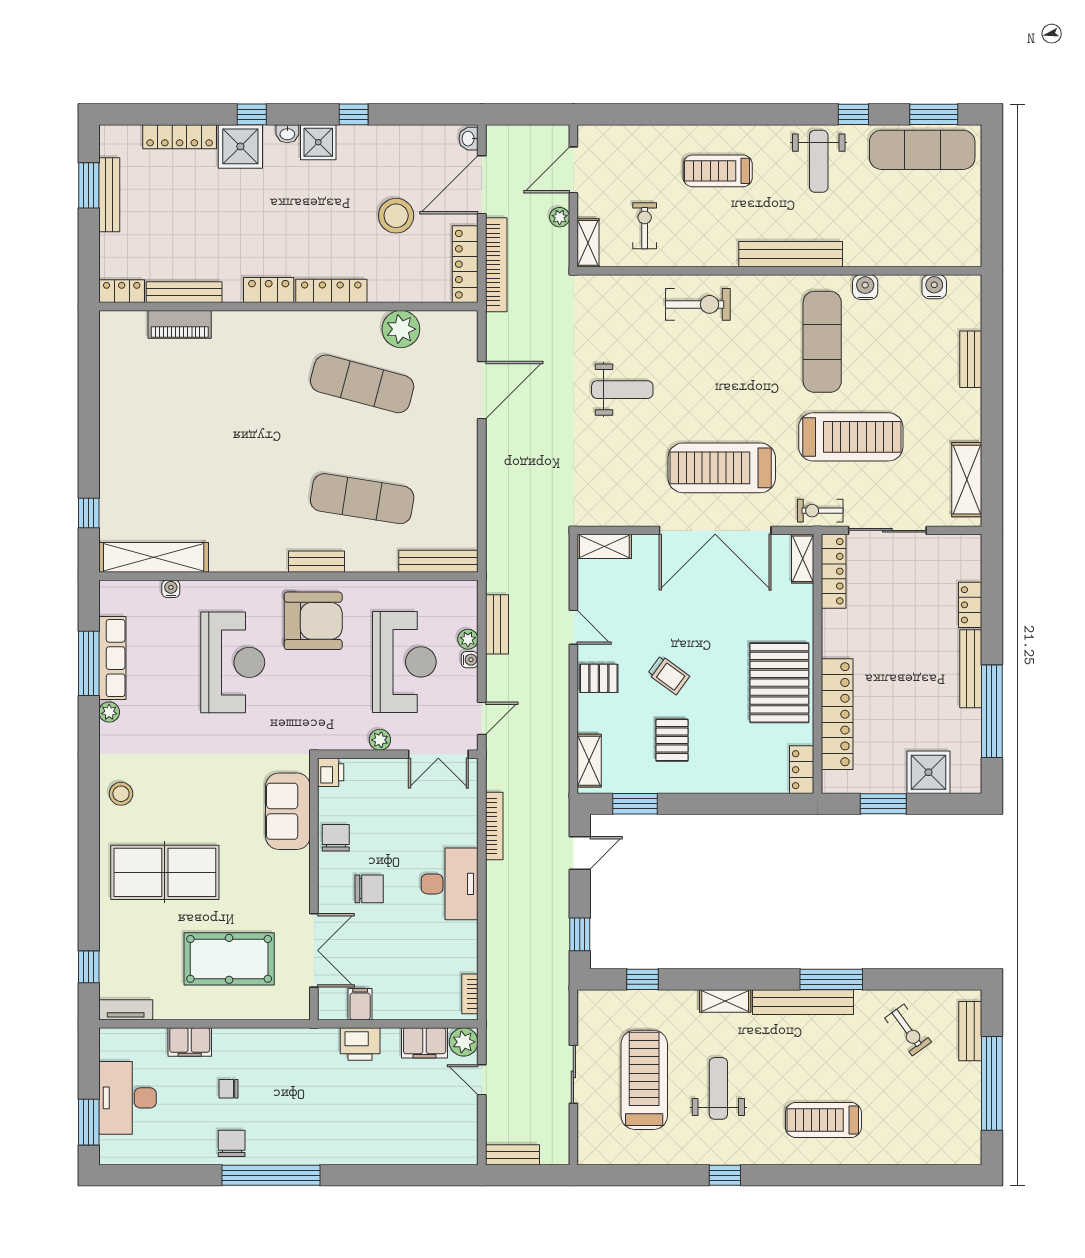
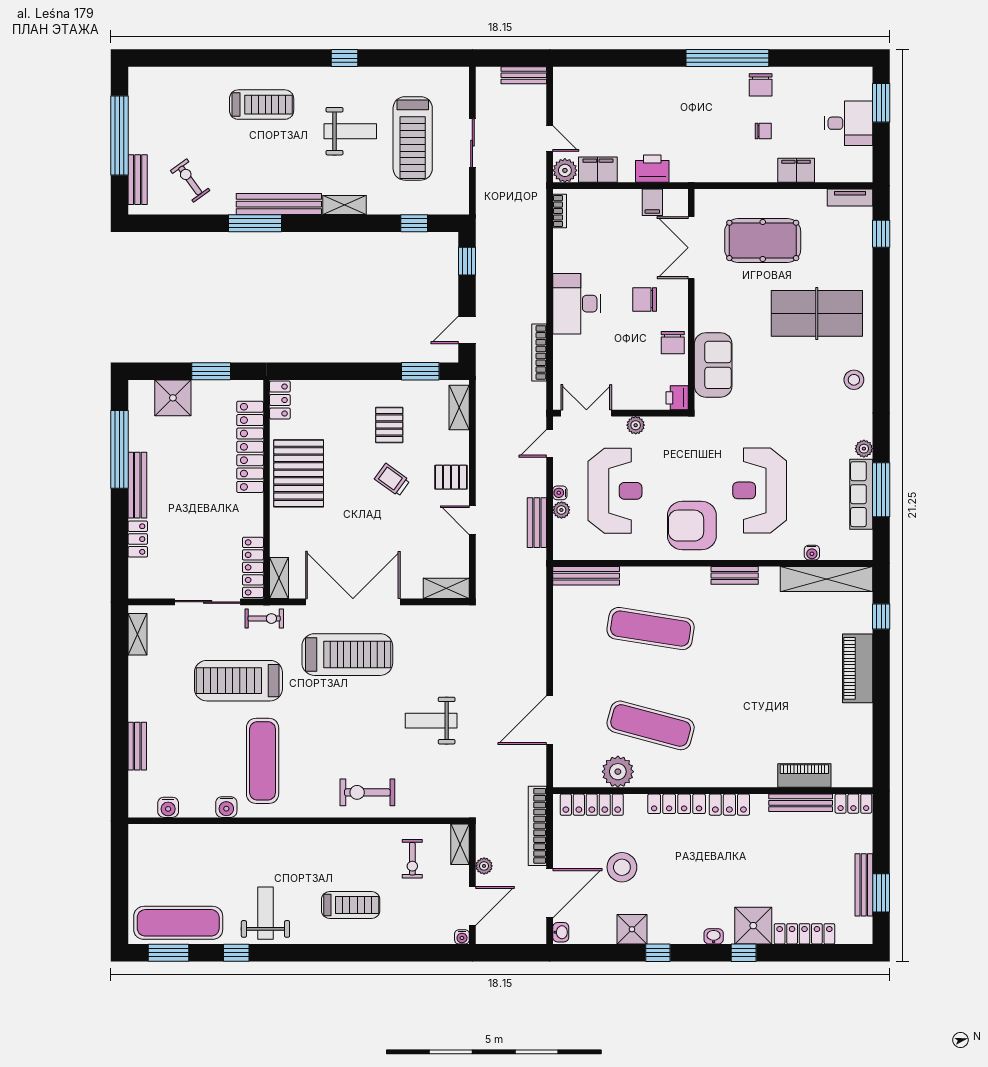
water cooler: (586, 133) -> (462, 937), added
shower: (318, 142) -> (632, 929), moved
bench: (791, 254) -> (289, 835), removed
locker: (465, 264) -> (592, 805), moved, turned 90
piano: (117, 451) -> (858, 668), added
shelving: (967, 480) -> (138, 634), width x0.67, depth x0.75
bench: (317, 562) -> (735, 575), moved
reception desk: (404, 662) -> (615, 491), turned 180
weight bench: (718, 1088) -> (350, 131), turned -90
desk: (128, 1098) -> (848, 123), width x0.73

